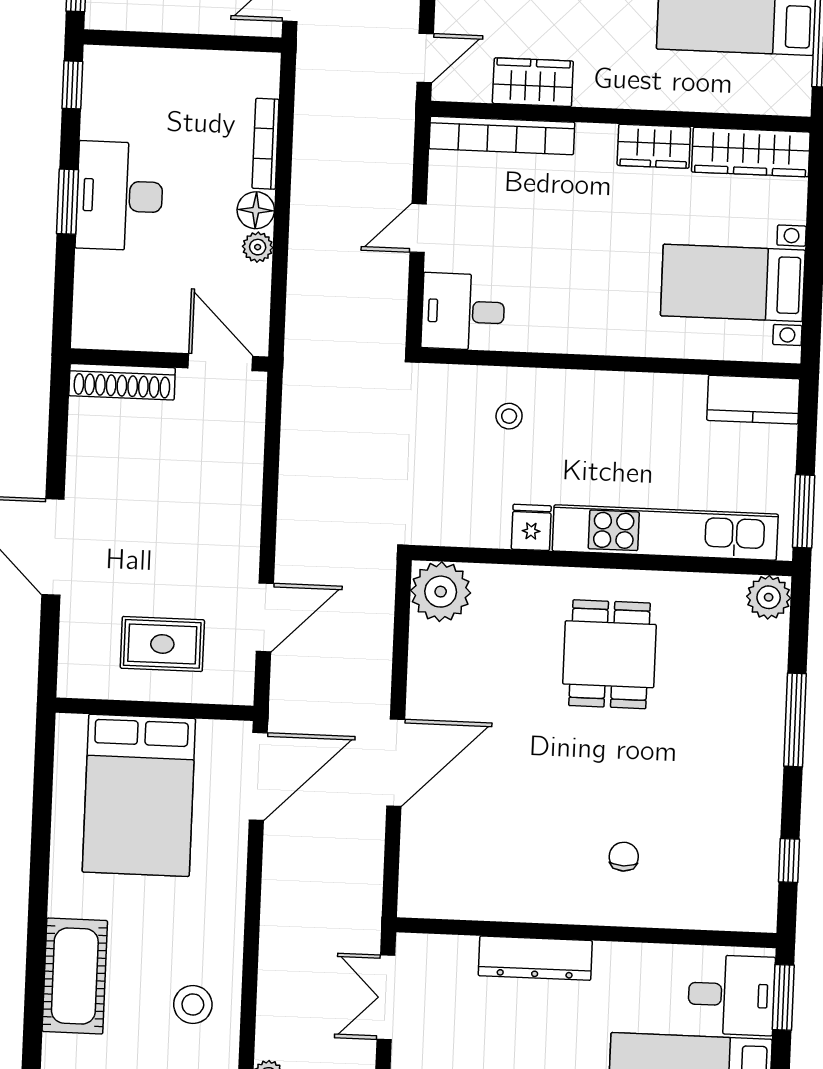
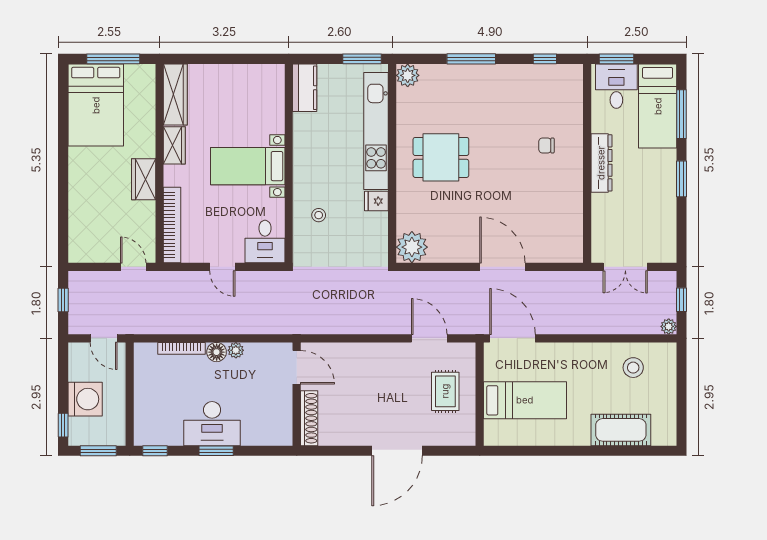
wardrobe: (533, 82) -> (144, 179), moved
bed with nightstands: (733, 283) -> (248, 166), moved, turned 90
door: (220, 362) -> (297, 367), swing flipped
bed: (139, 795) -> (525, 400), width x0.67
dresser: (535, 958) -> (601, 163), moved

